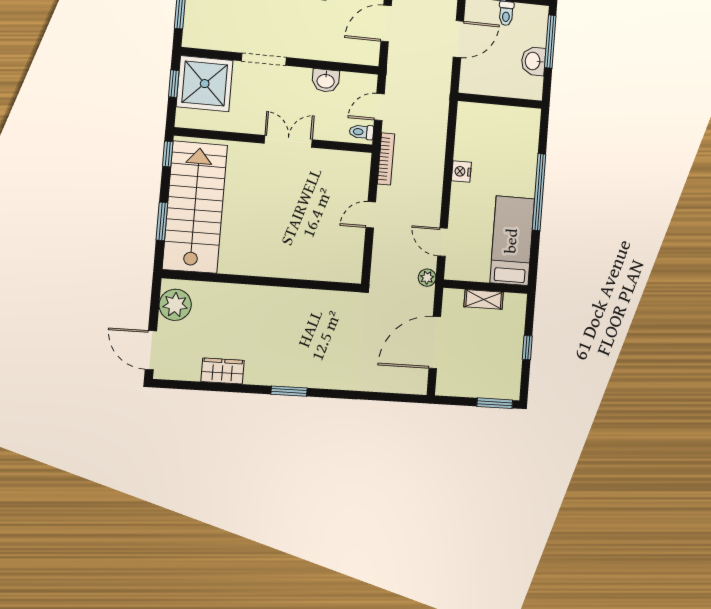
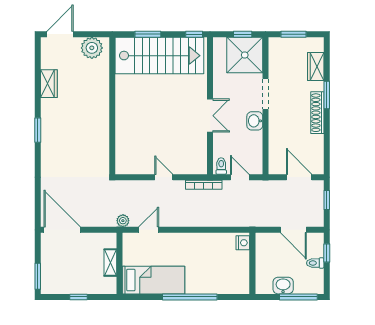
washbasin: (326, 81) -> (255, 121), moved
nightstand: (461, 171) -> (243, 243), moved, turned 90
door: (435, 343) -> (62, 230), moved

